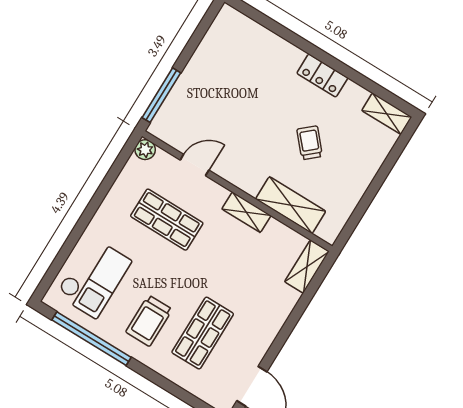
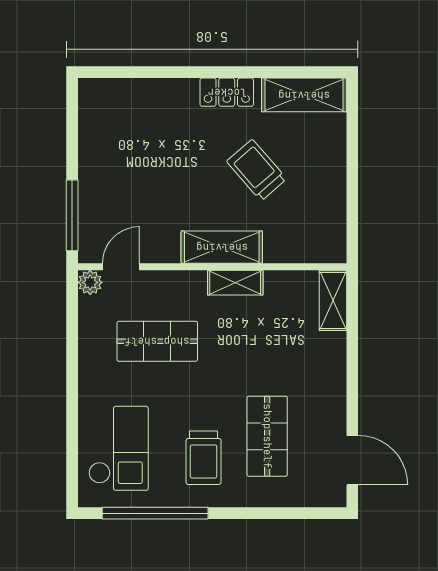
shelving: (387, 114) -> (304, 95), width x1.50, depth x1.33
trolley: (310, 143) -> (257, 170), width x1.36, depth x1.39
door: (195, 165) -> (121, 267), moved
shelving: (291, 205) -> (222, 247), moved

